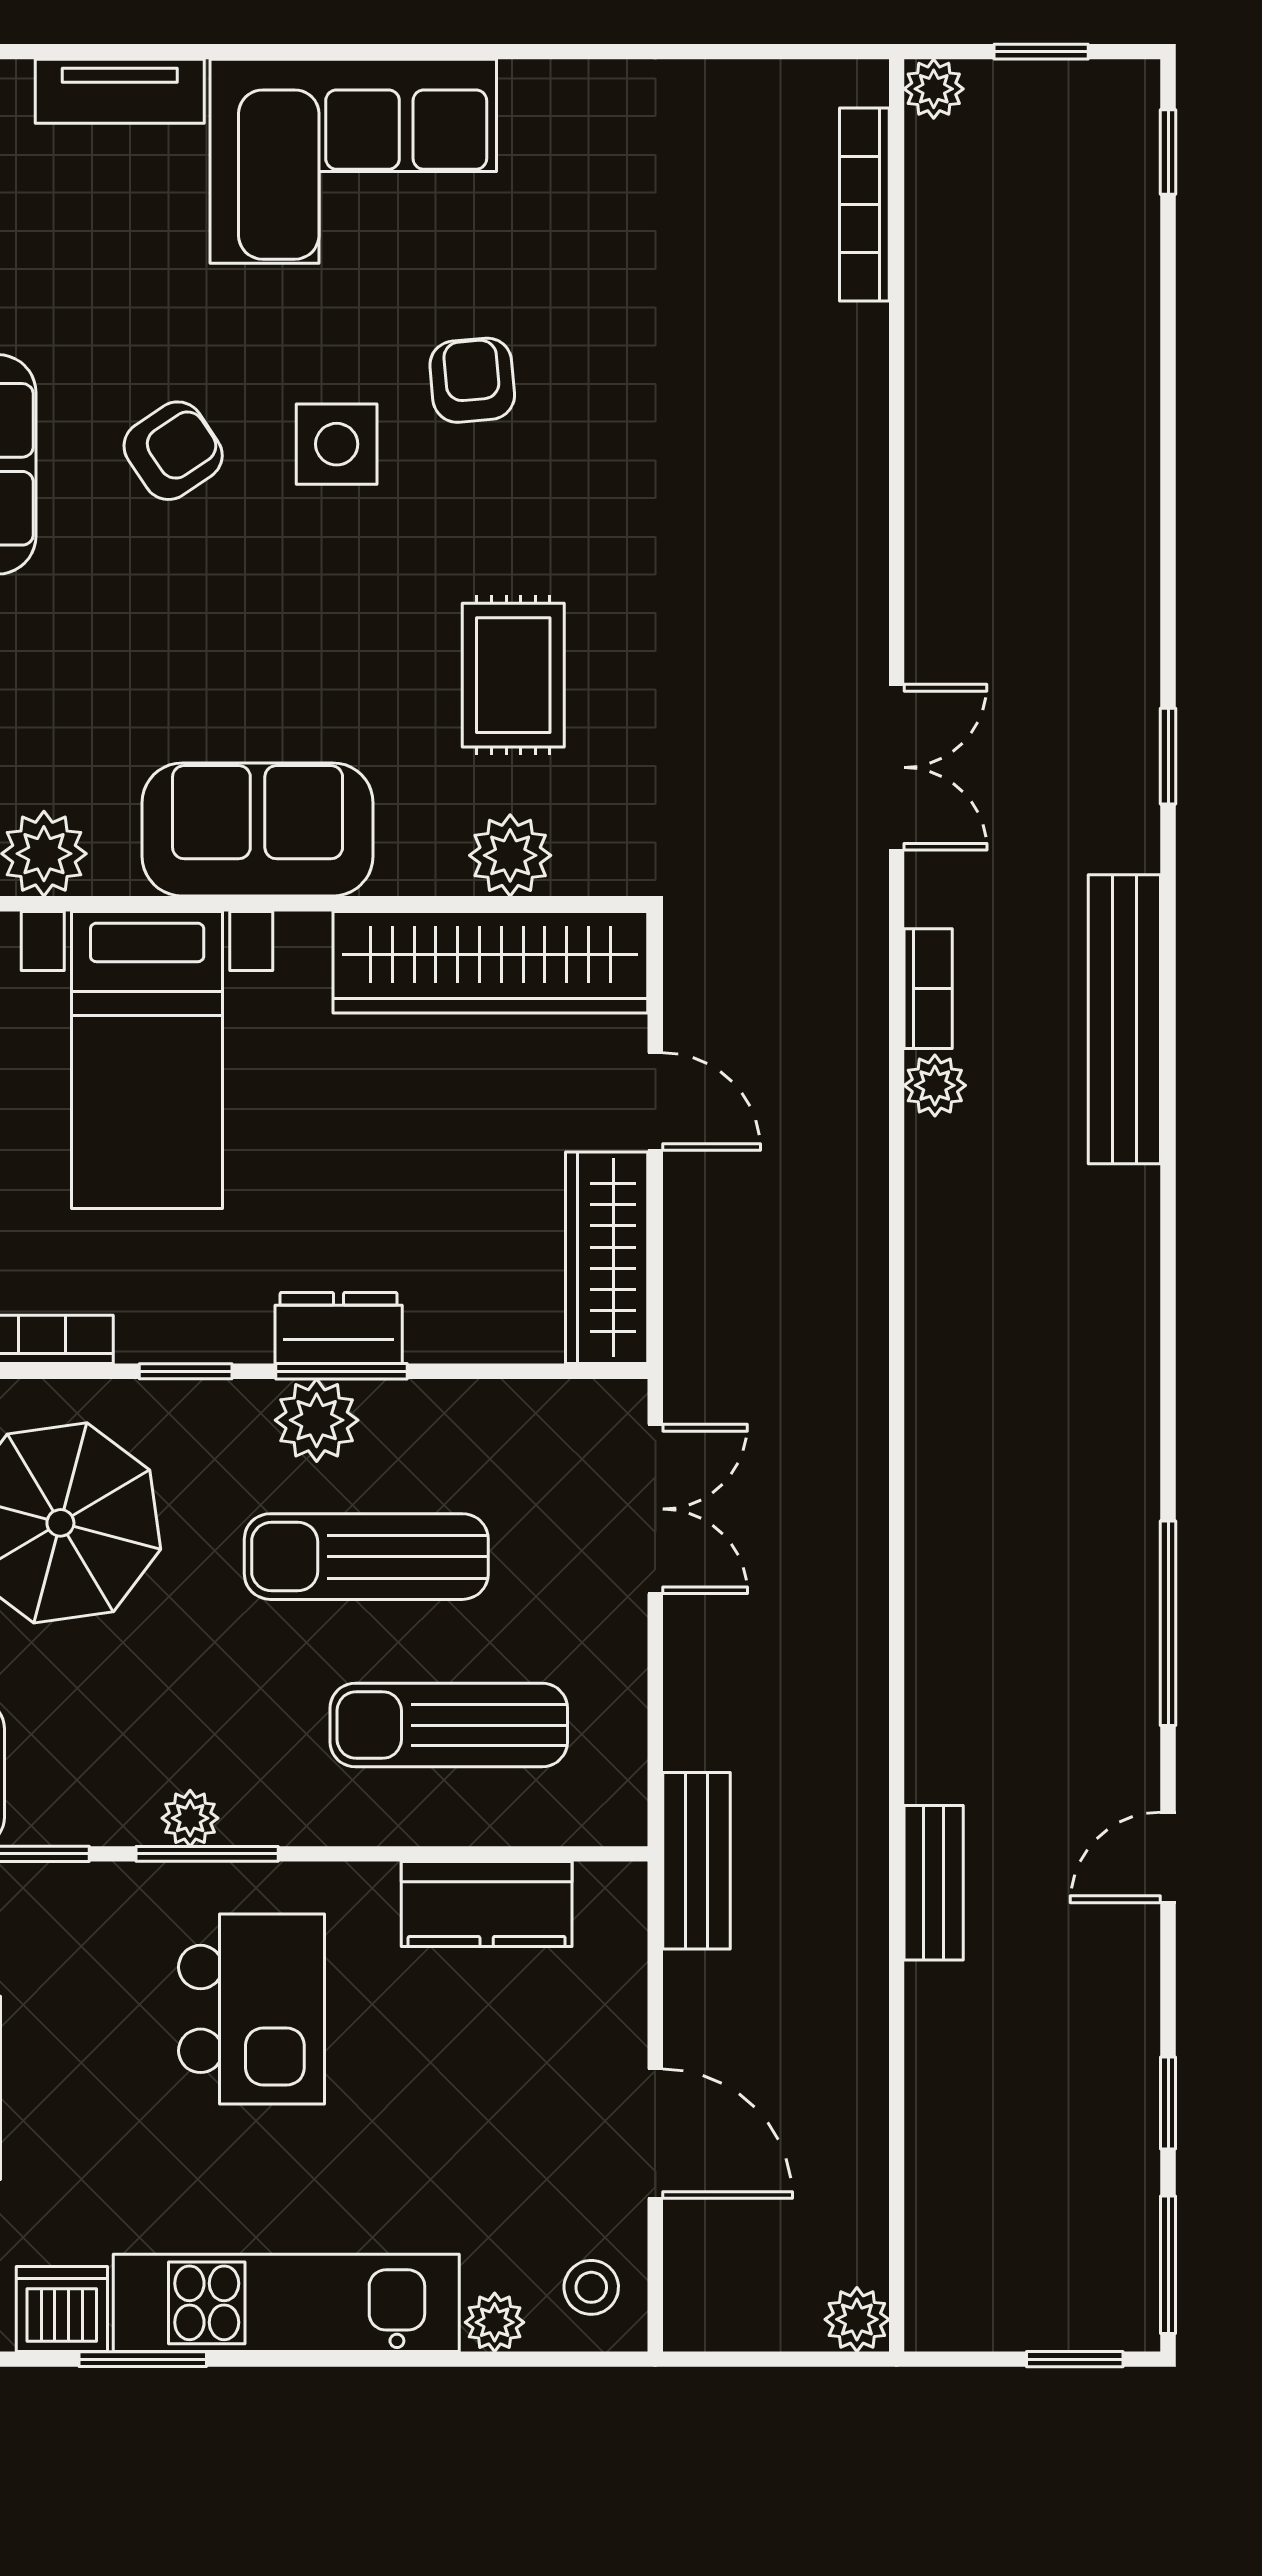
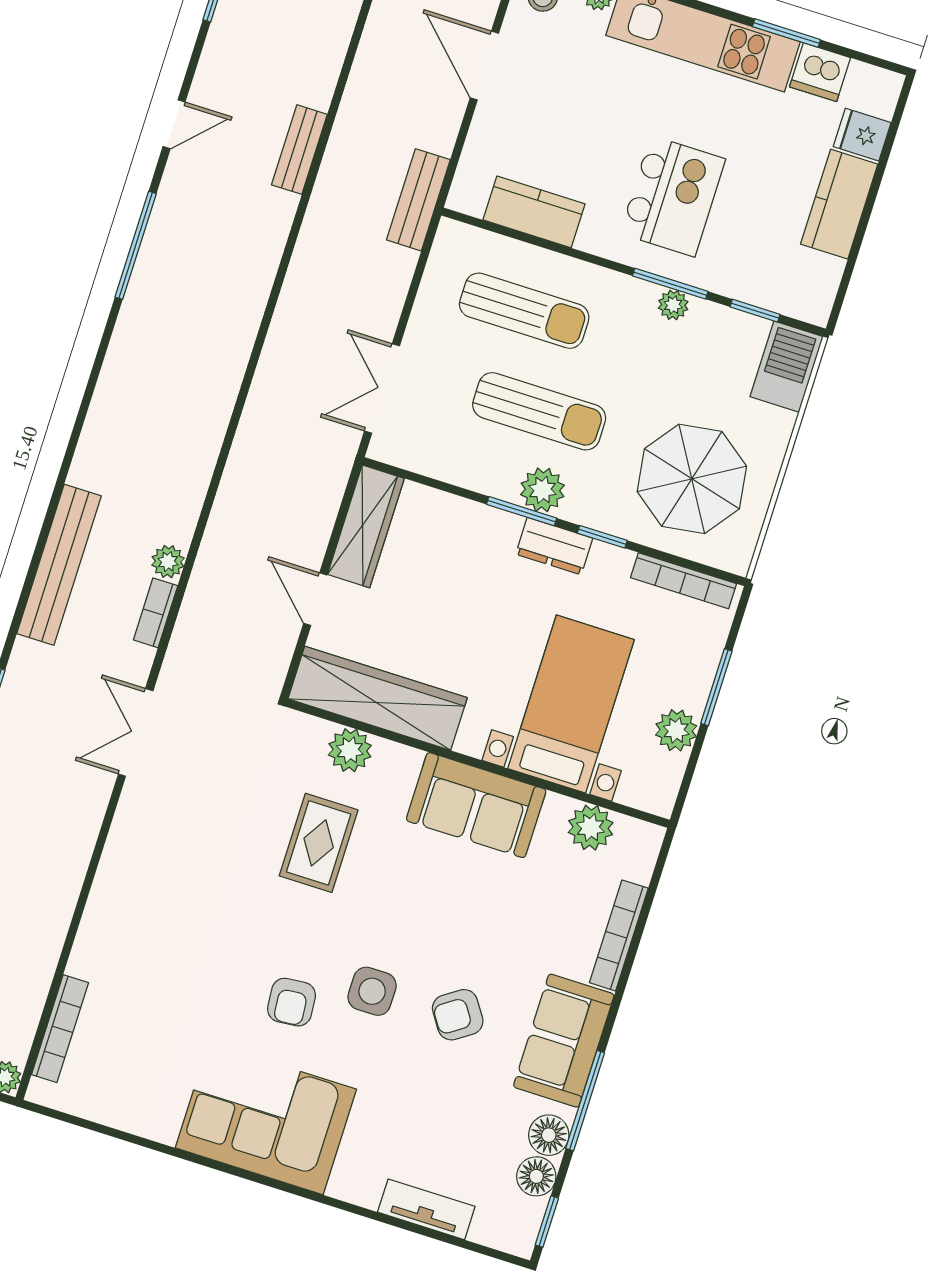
corner sofa: (353, 161) -> (266, 1119), moved
dresser: (339, 1328) -> (554, 546), moved
kitchen island: (252, 2009) -> (673, 196), turned 180

